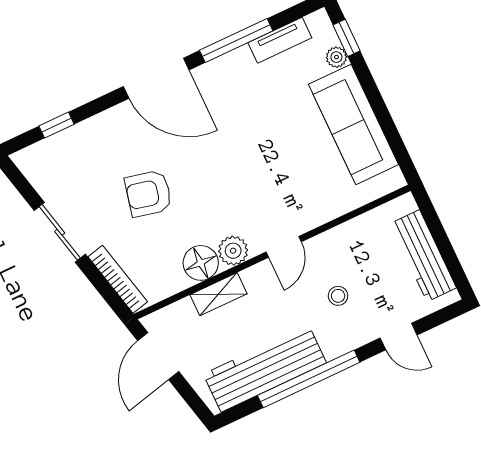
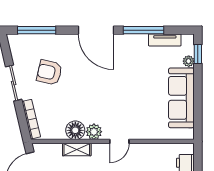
window: (56, 125) -> (37, 30), width x2.17
armchair: (148, 194) -> (49, 72), moved

